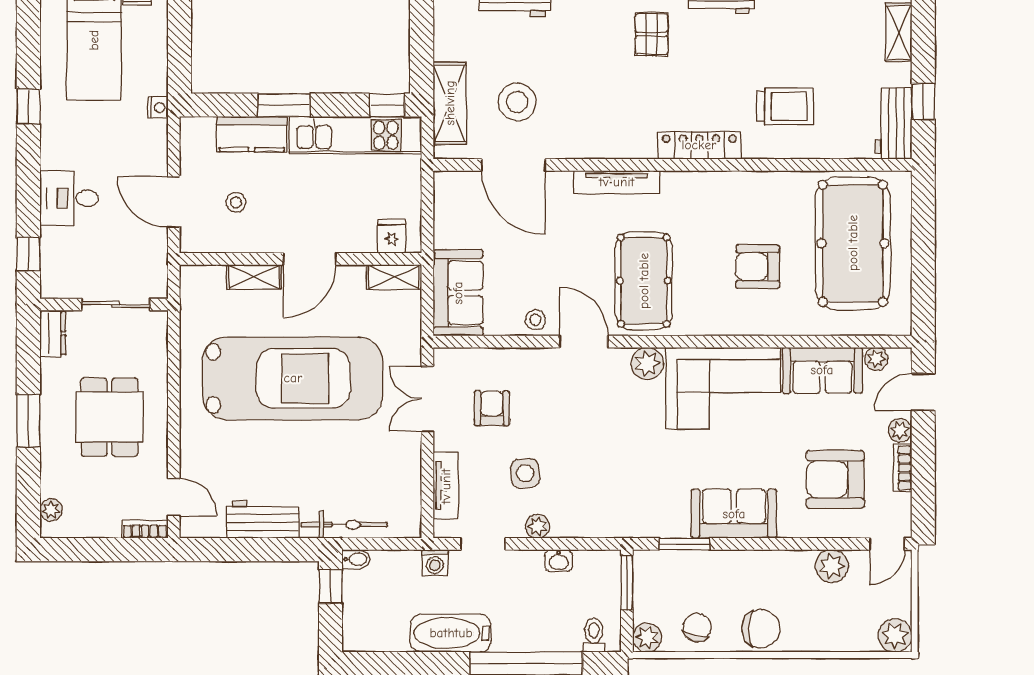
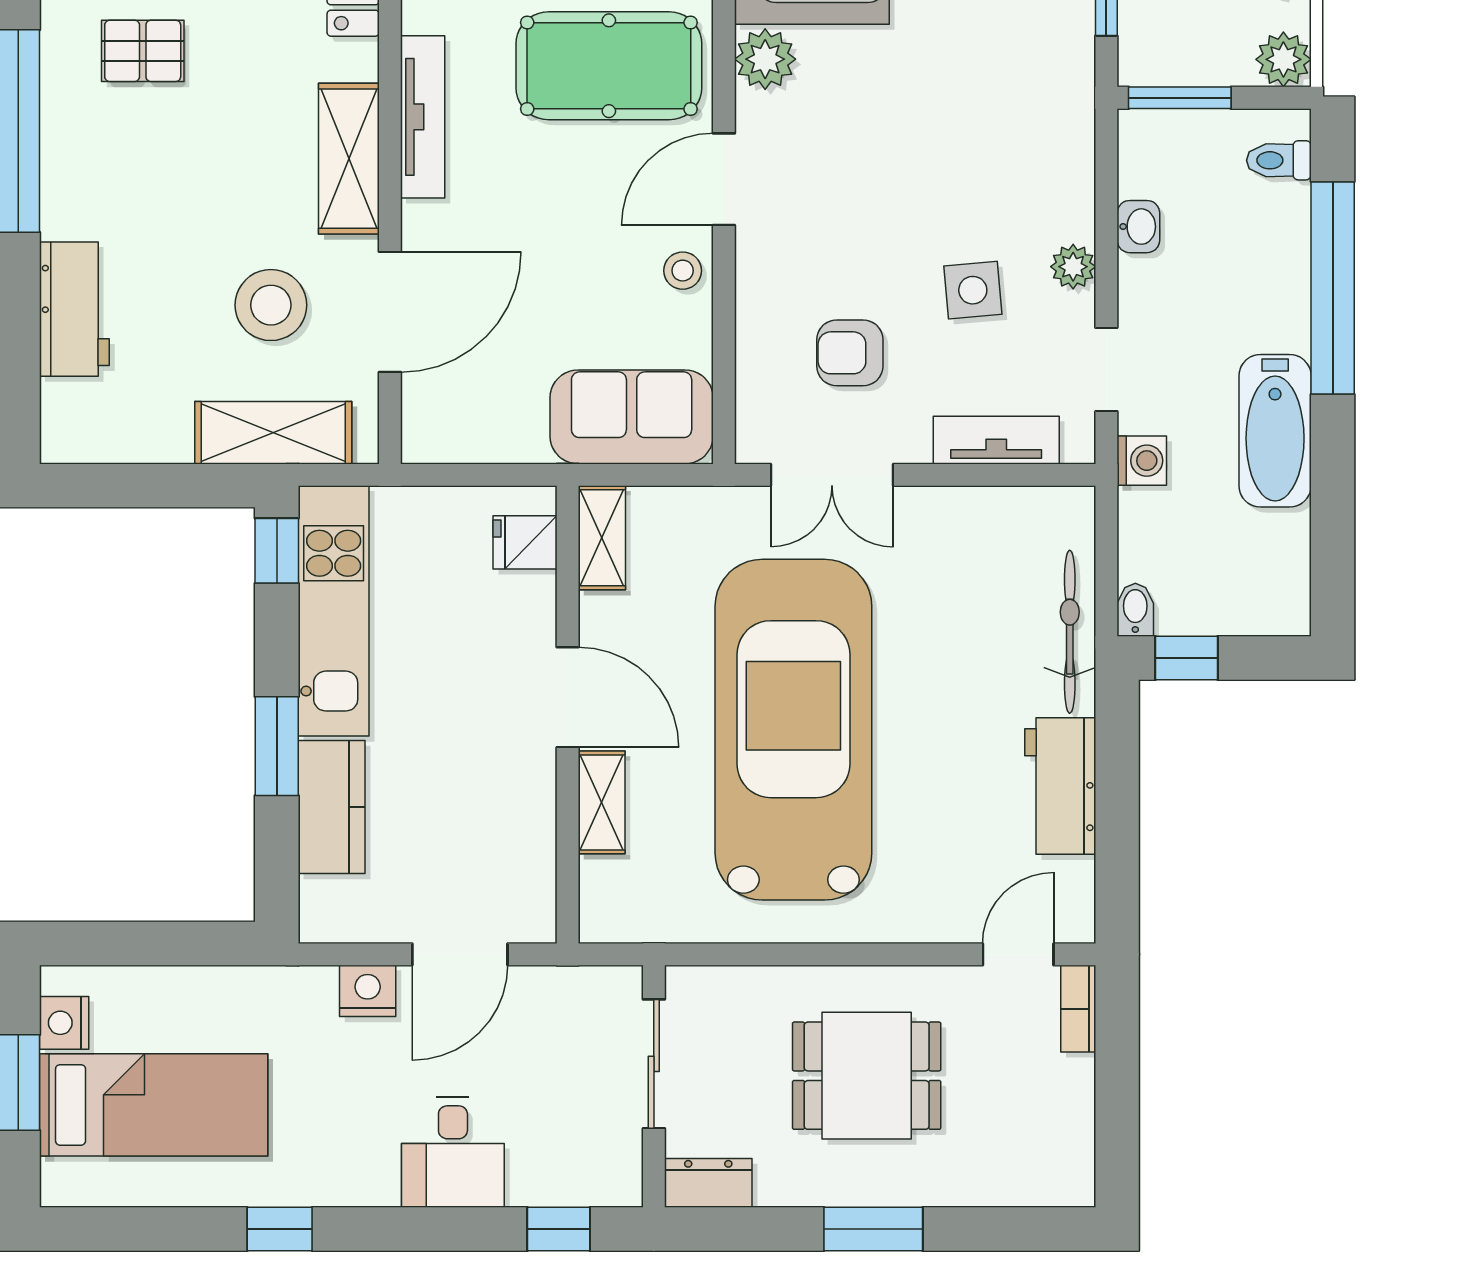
nightstand: (158, 107) -> (368, 991), moved, width x1.39, depth x1.35
shelving: (595, 143) -> (349, 159), added
stool: (236, 202) -> (461, 837), removed
plant: (51, 510) -> (1042, 1186), removed

